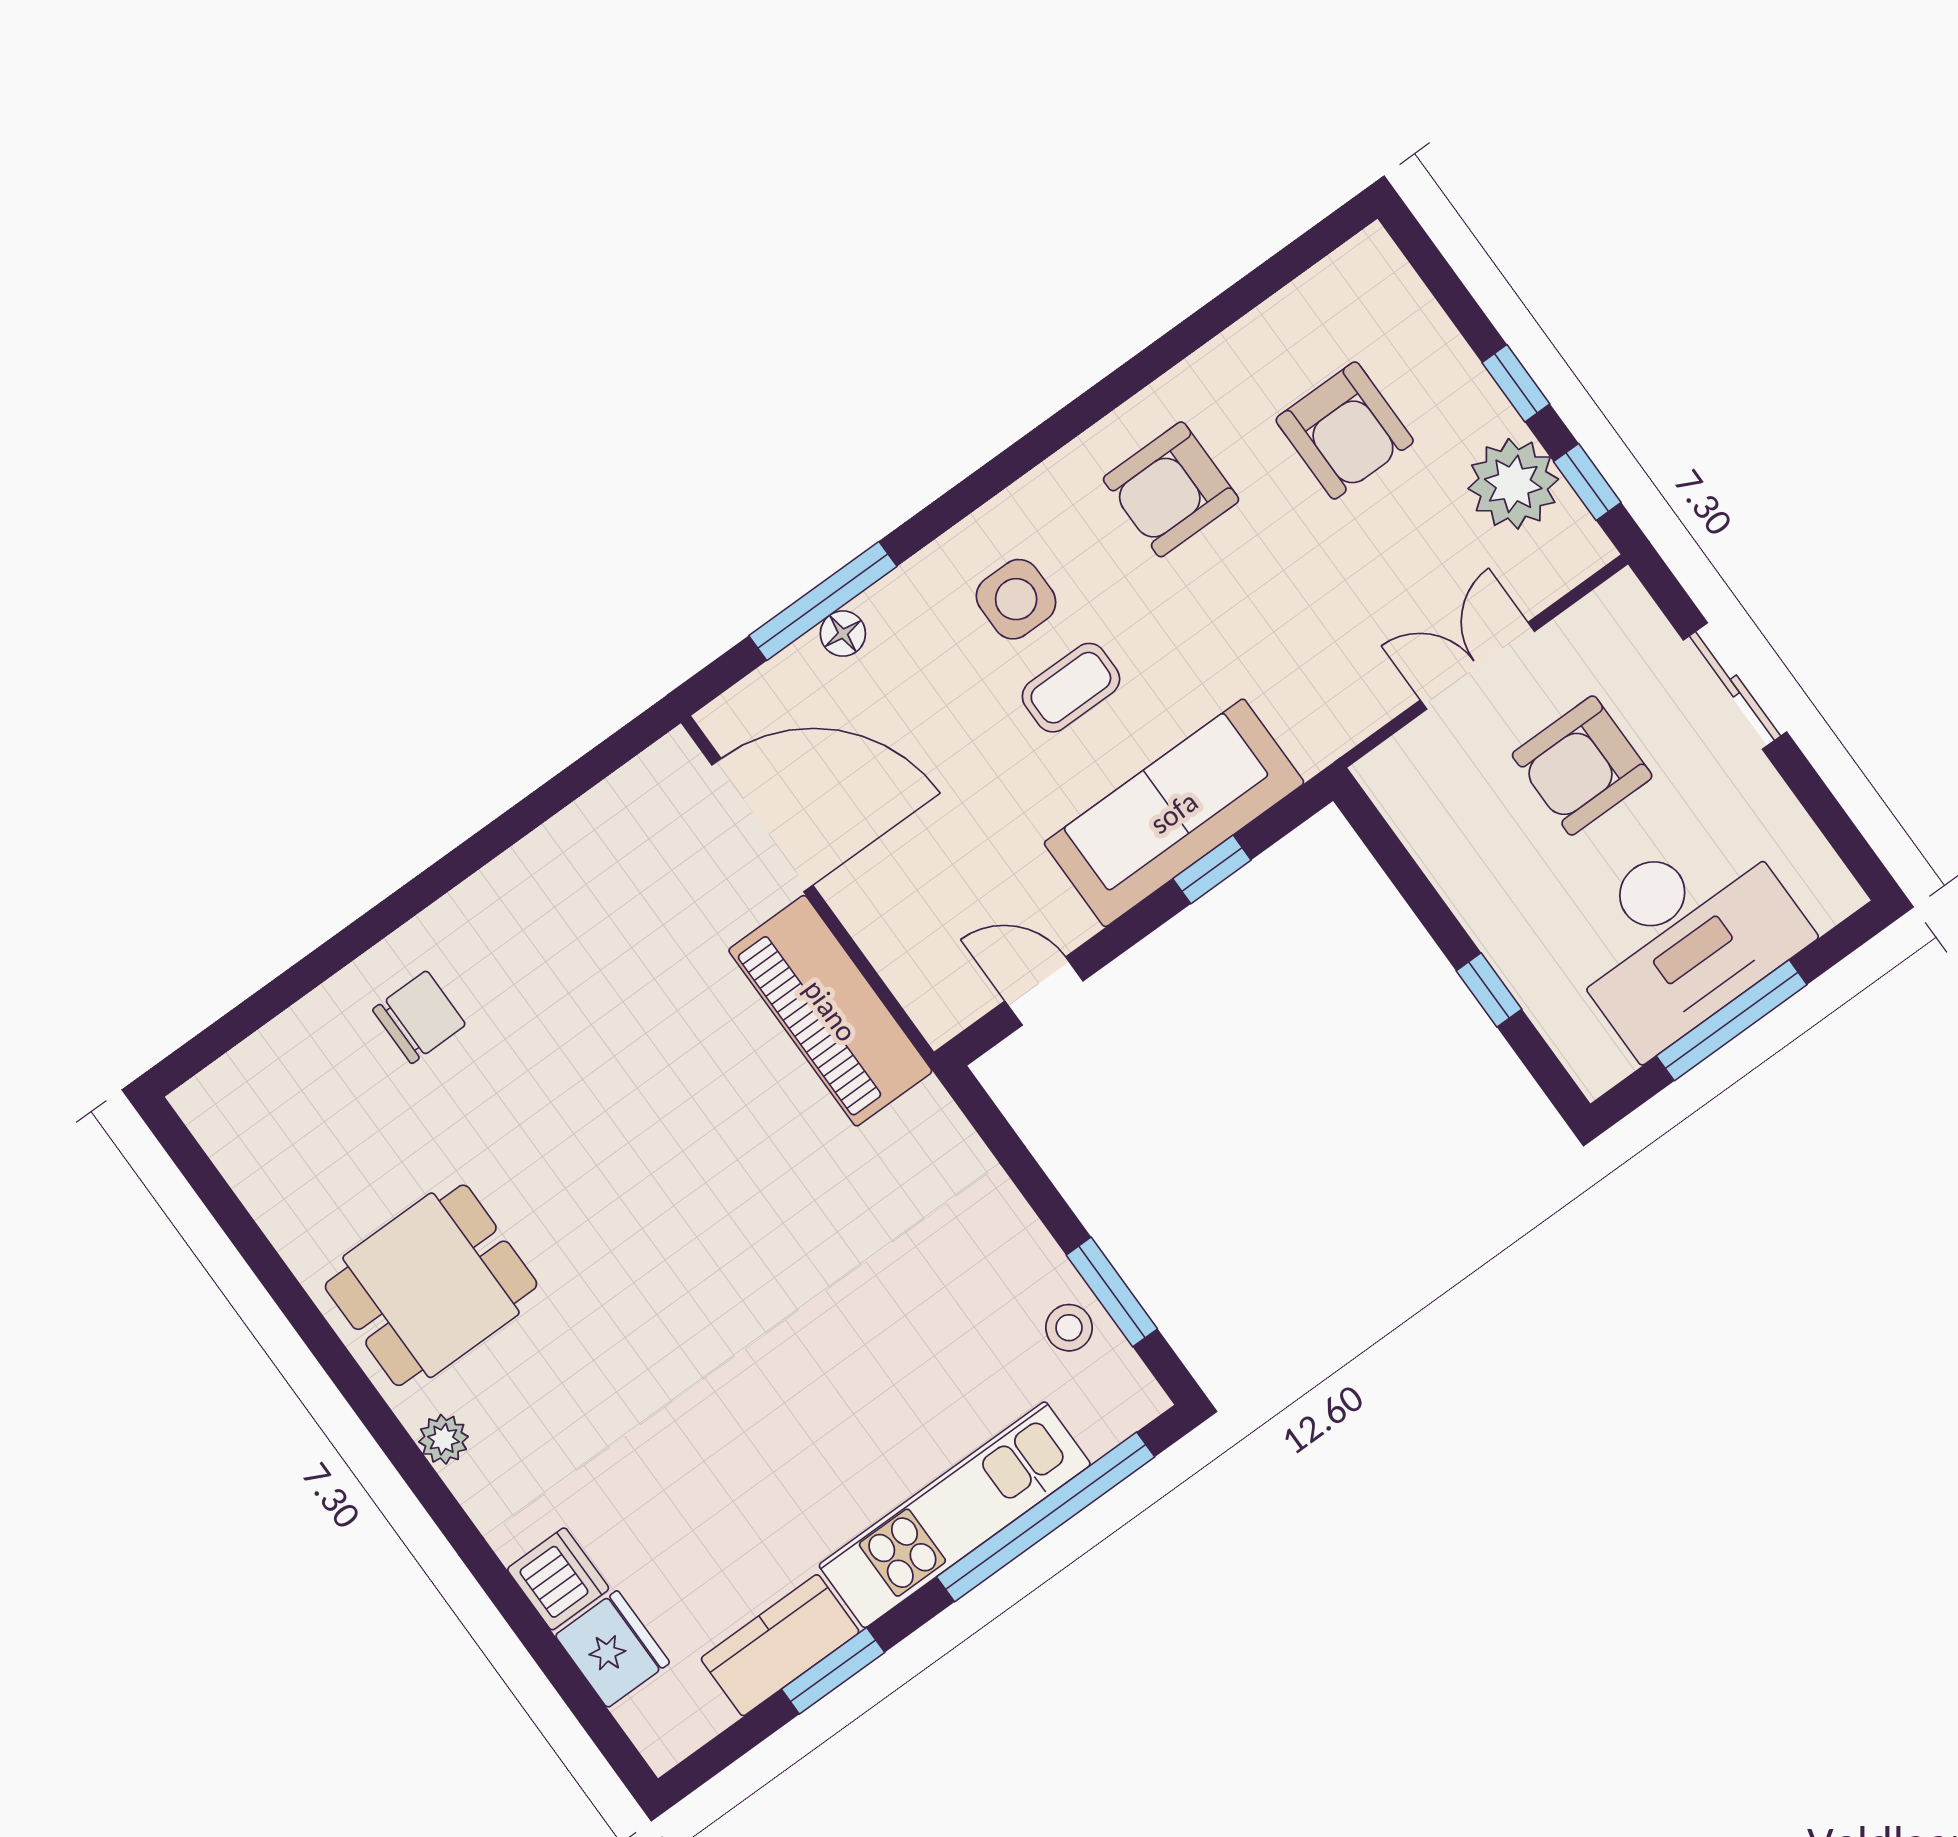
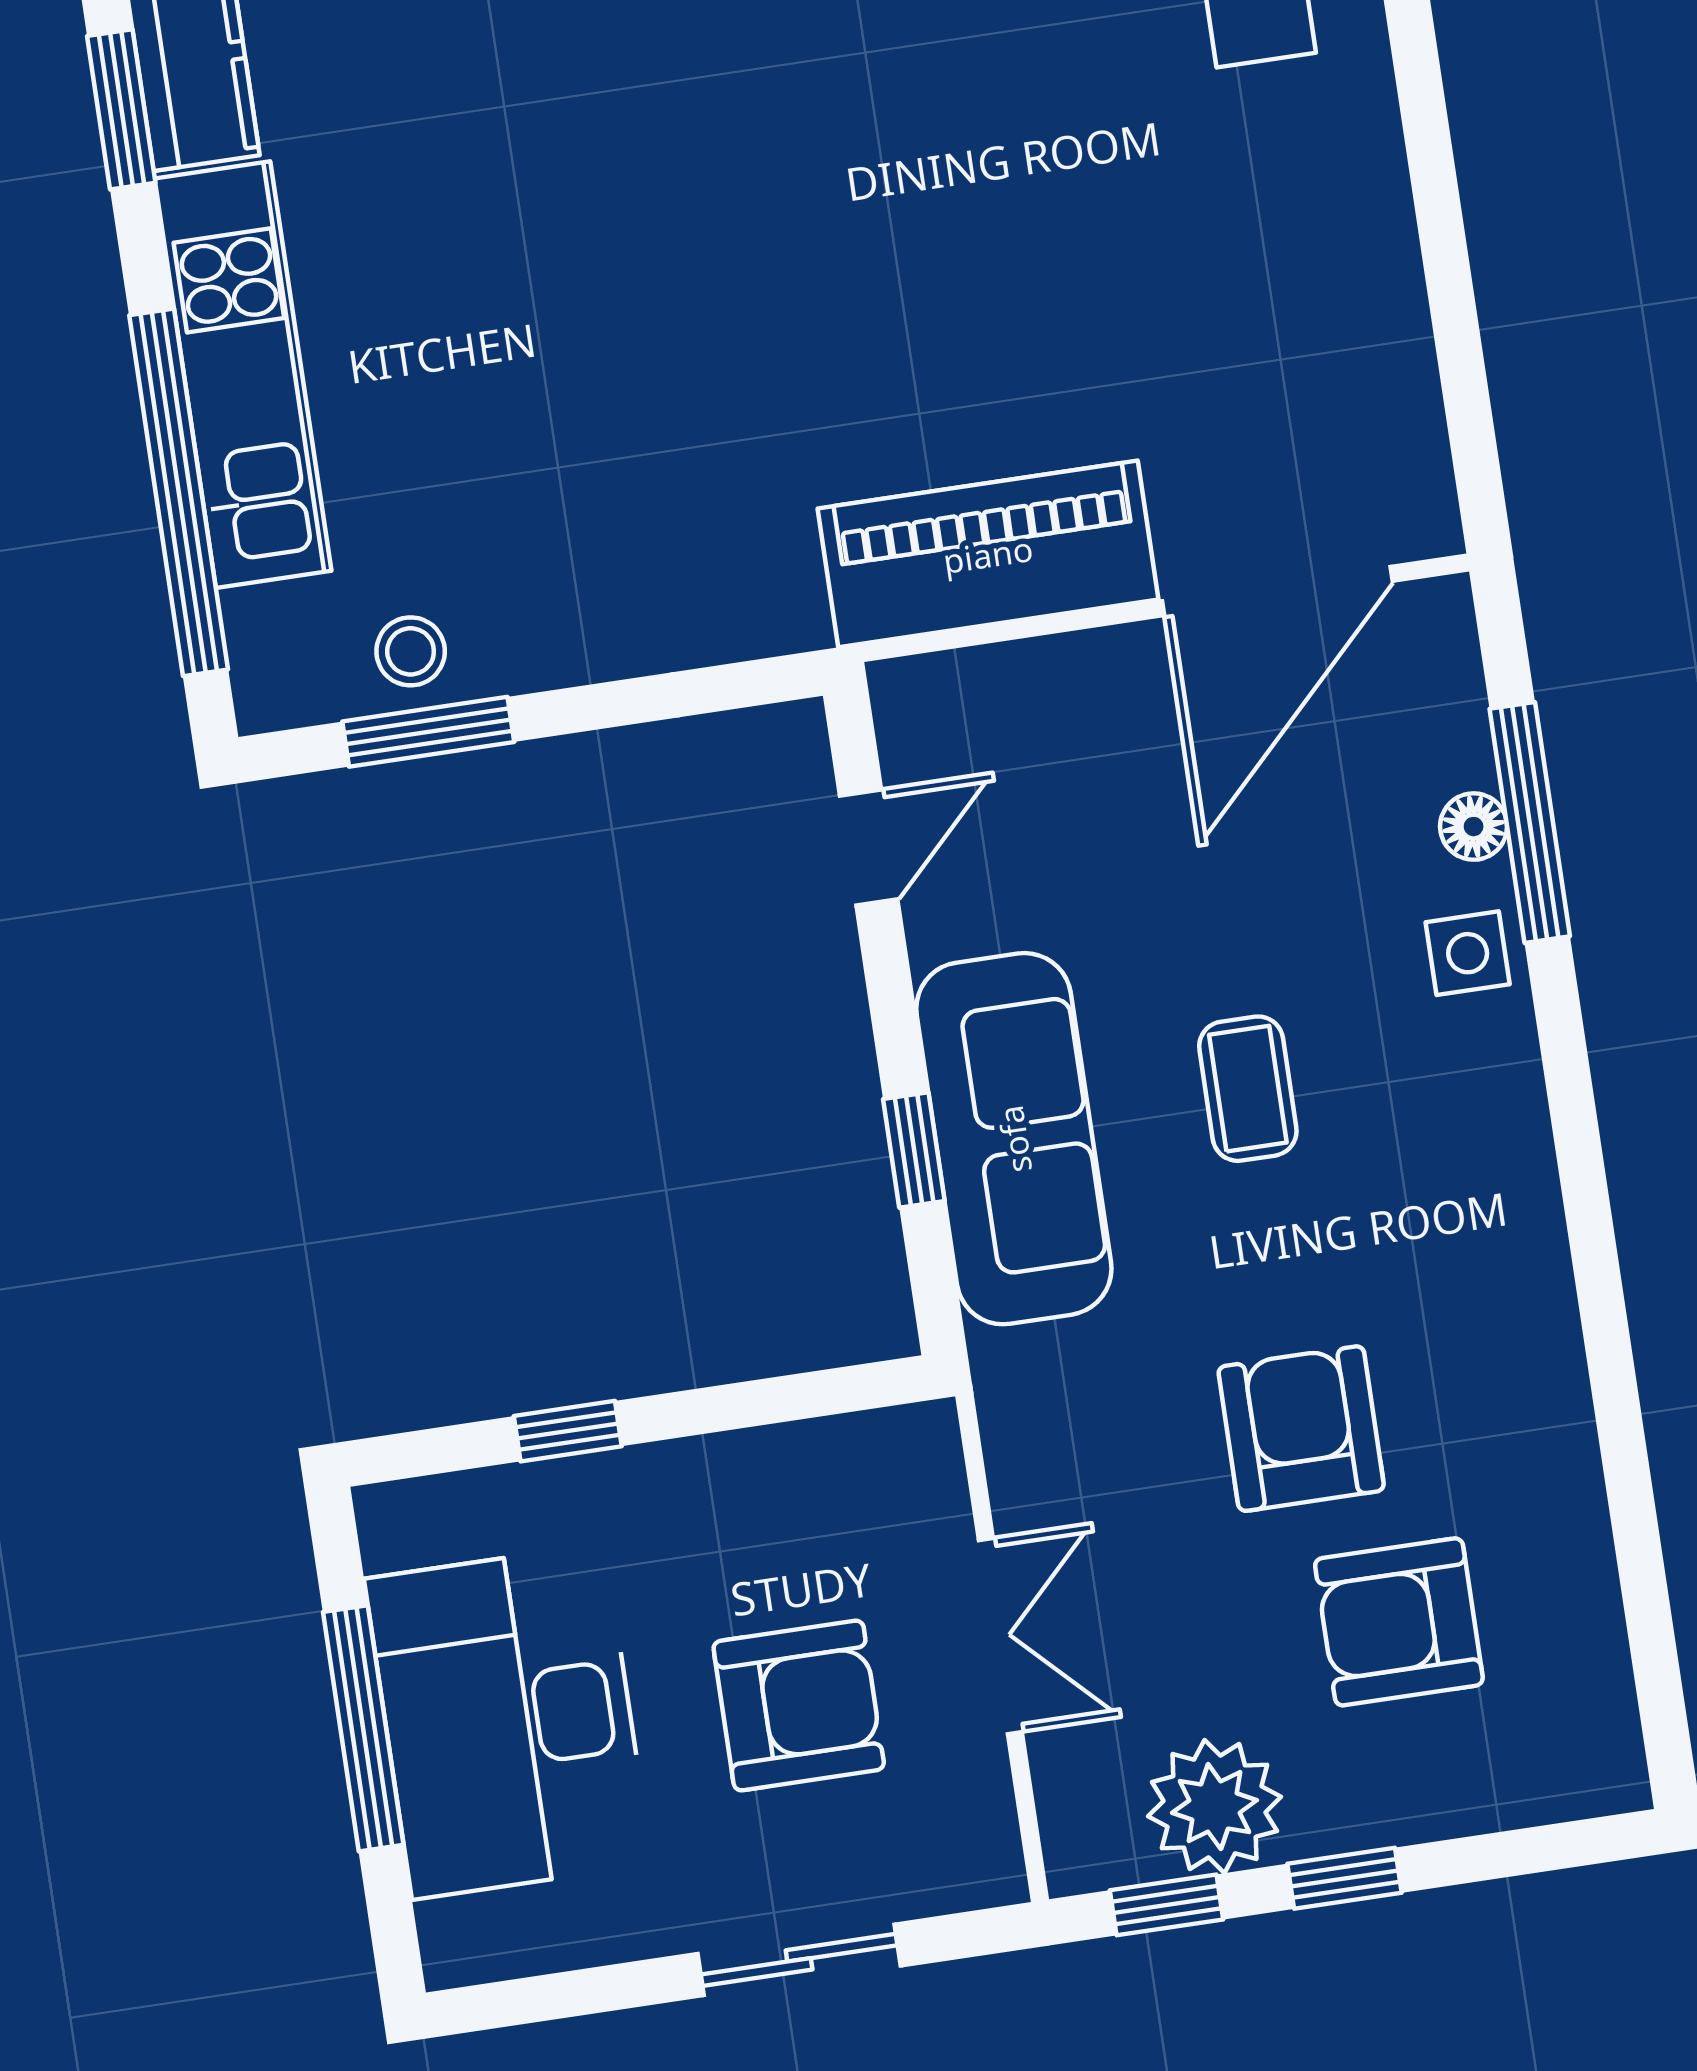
armchair: (1171, 489) -> (1301, 1429), moved
side table: (1016, 599) -> (1468, 953), moved, width x0.73, depth x0.73
armchair: (1582, 765) -> (799, 1706), turned 90

